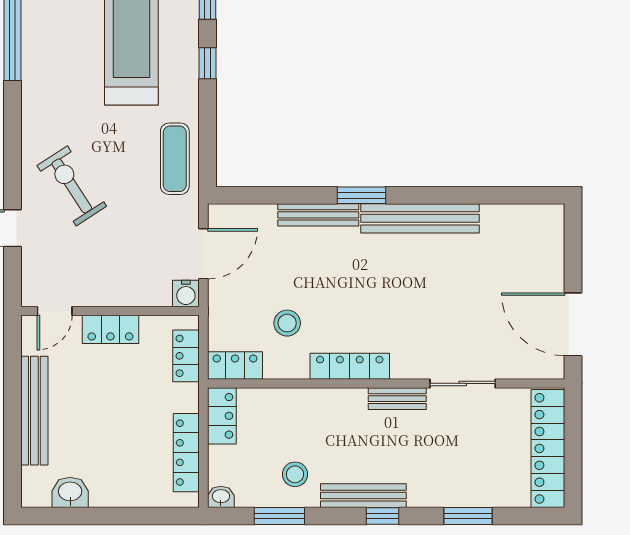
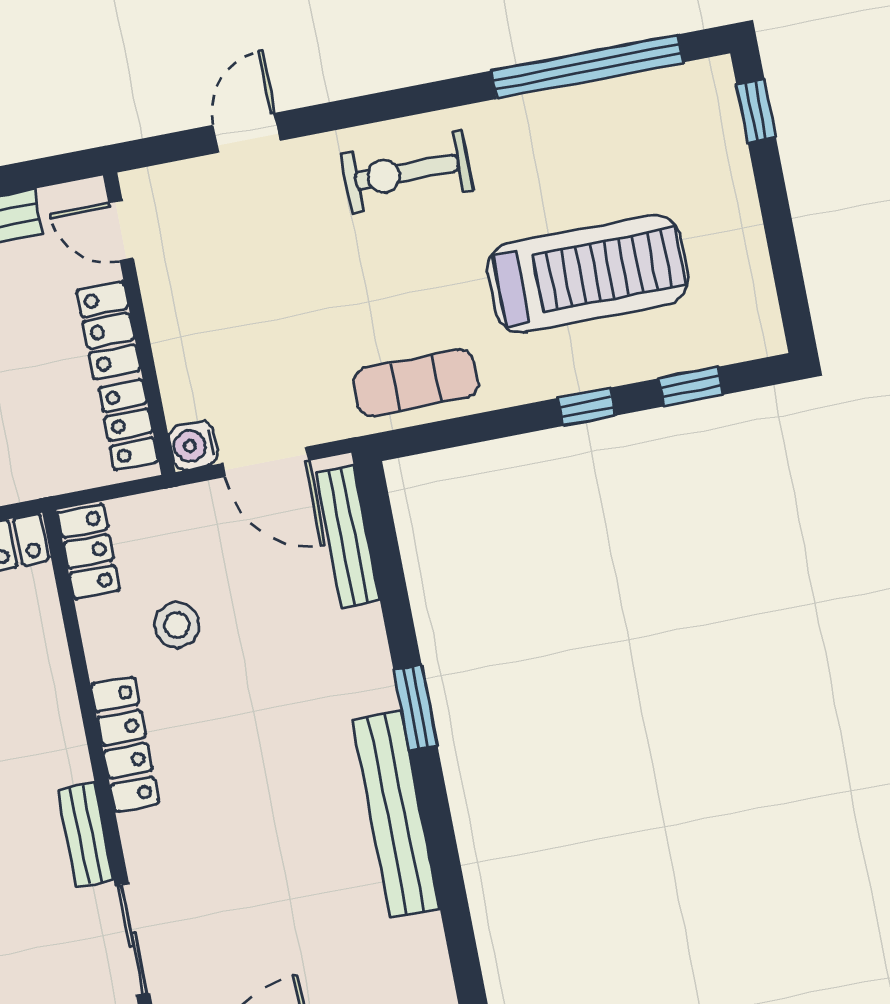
exercise bike: (72, 186) -> (407, 172), moved, turned -147
bench: (318, 215) -> (348, 536), moved
locker: (186, 356) -> (129, 425), moved, turned -90

